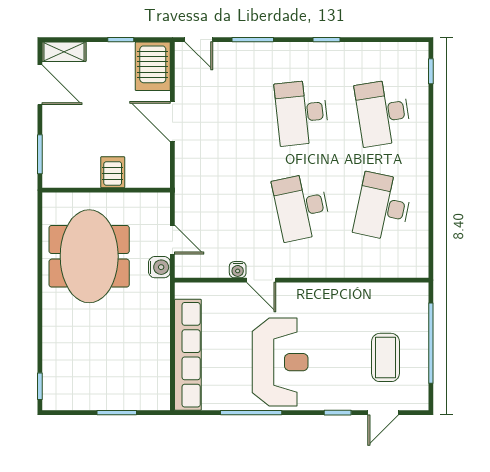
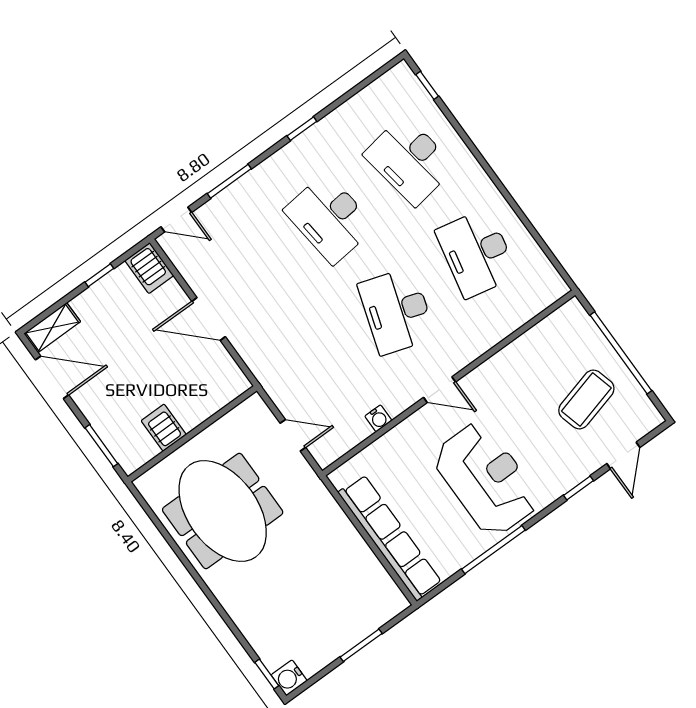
server rack: (153, 66) -> (149, 268), width x0.73, depth x0.70
server rack: (113, 172) -> (164, 428), moved
desk: (302, 207) -> (397, 311), turned 30
water cooler: (159, 267) -> (289, 678), moved, turned 180
door: (261, 280) -> (440, 390), moved
coffee table: (385, 357) -> (586, 399), turned 75

